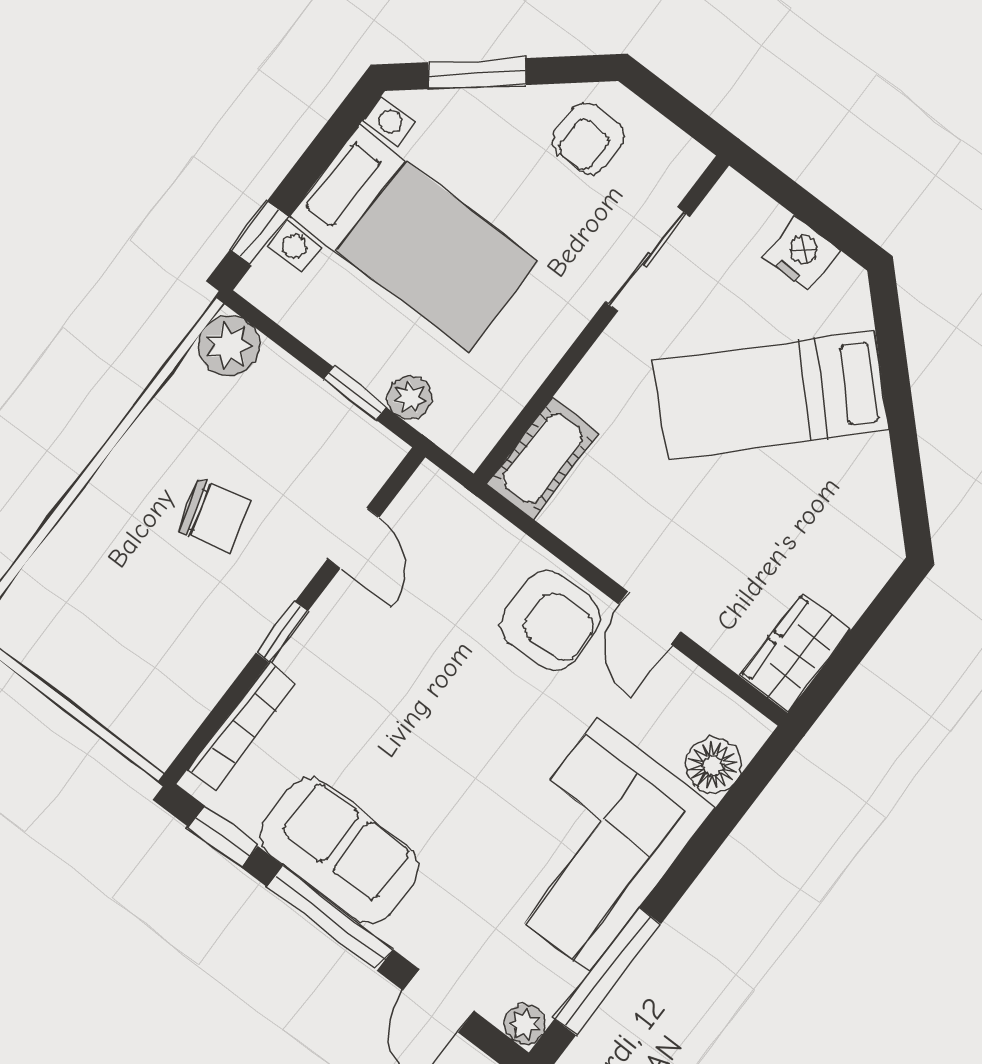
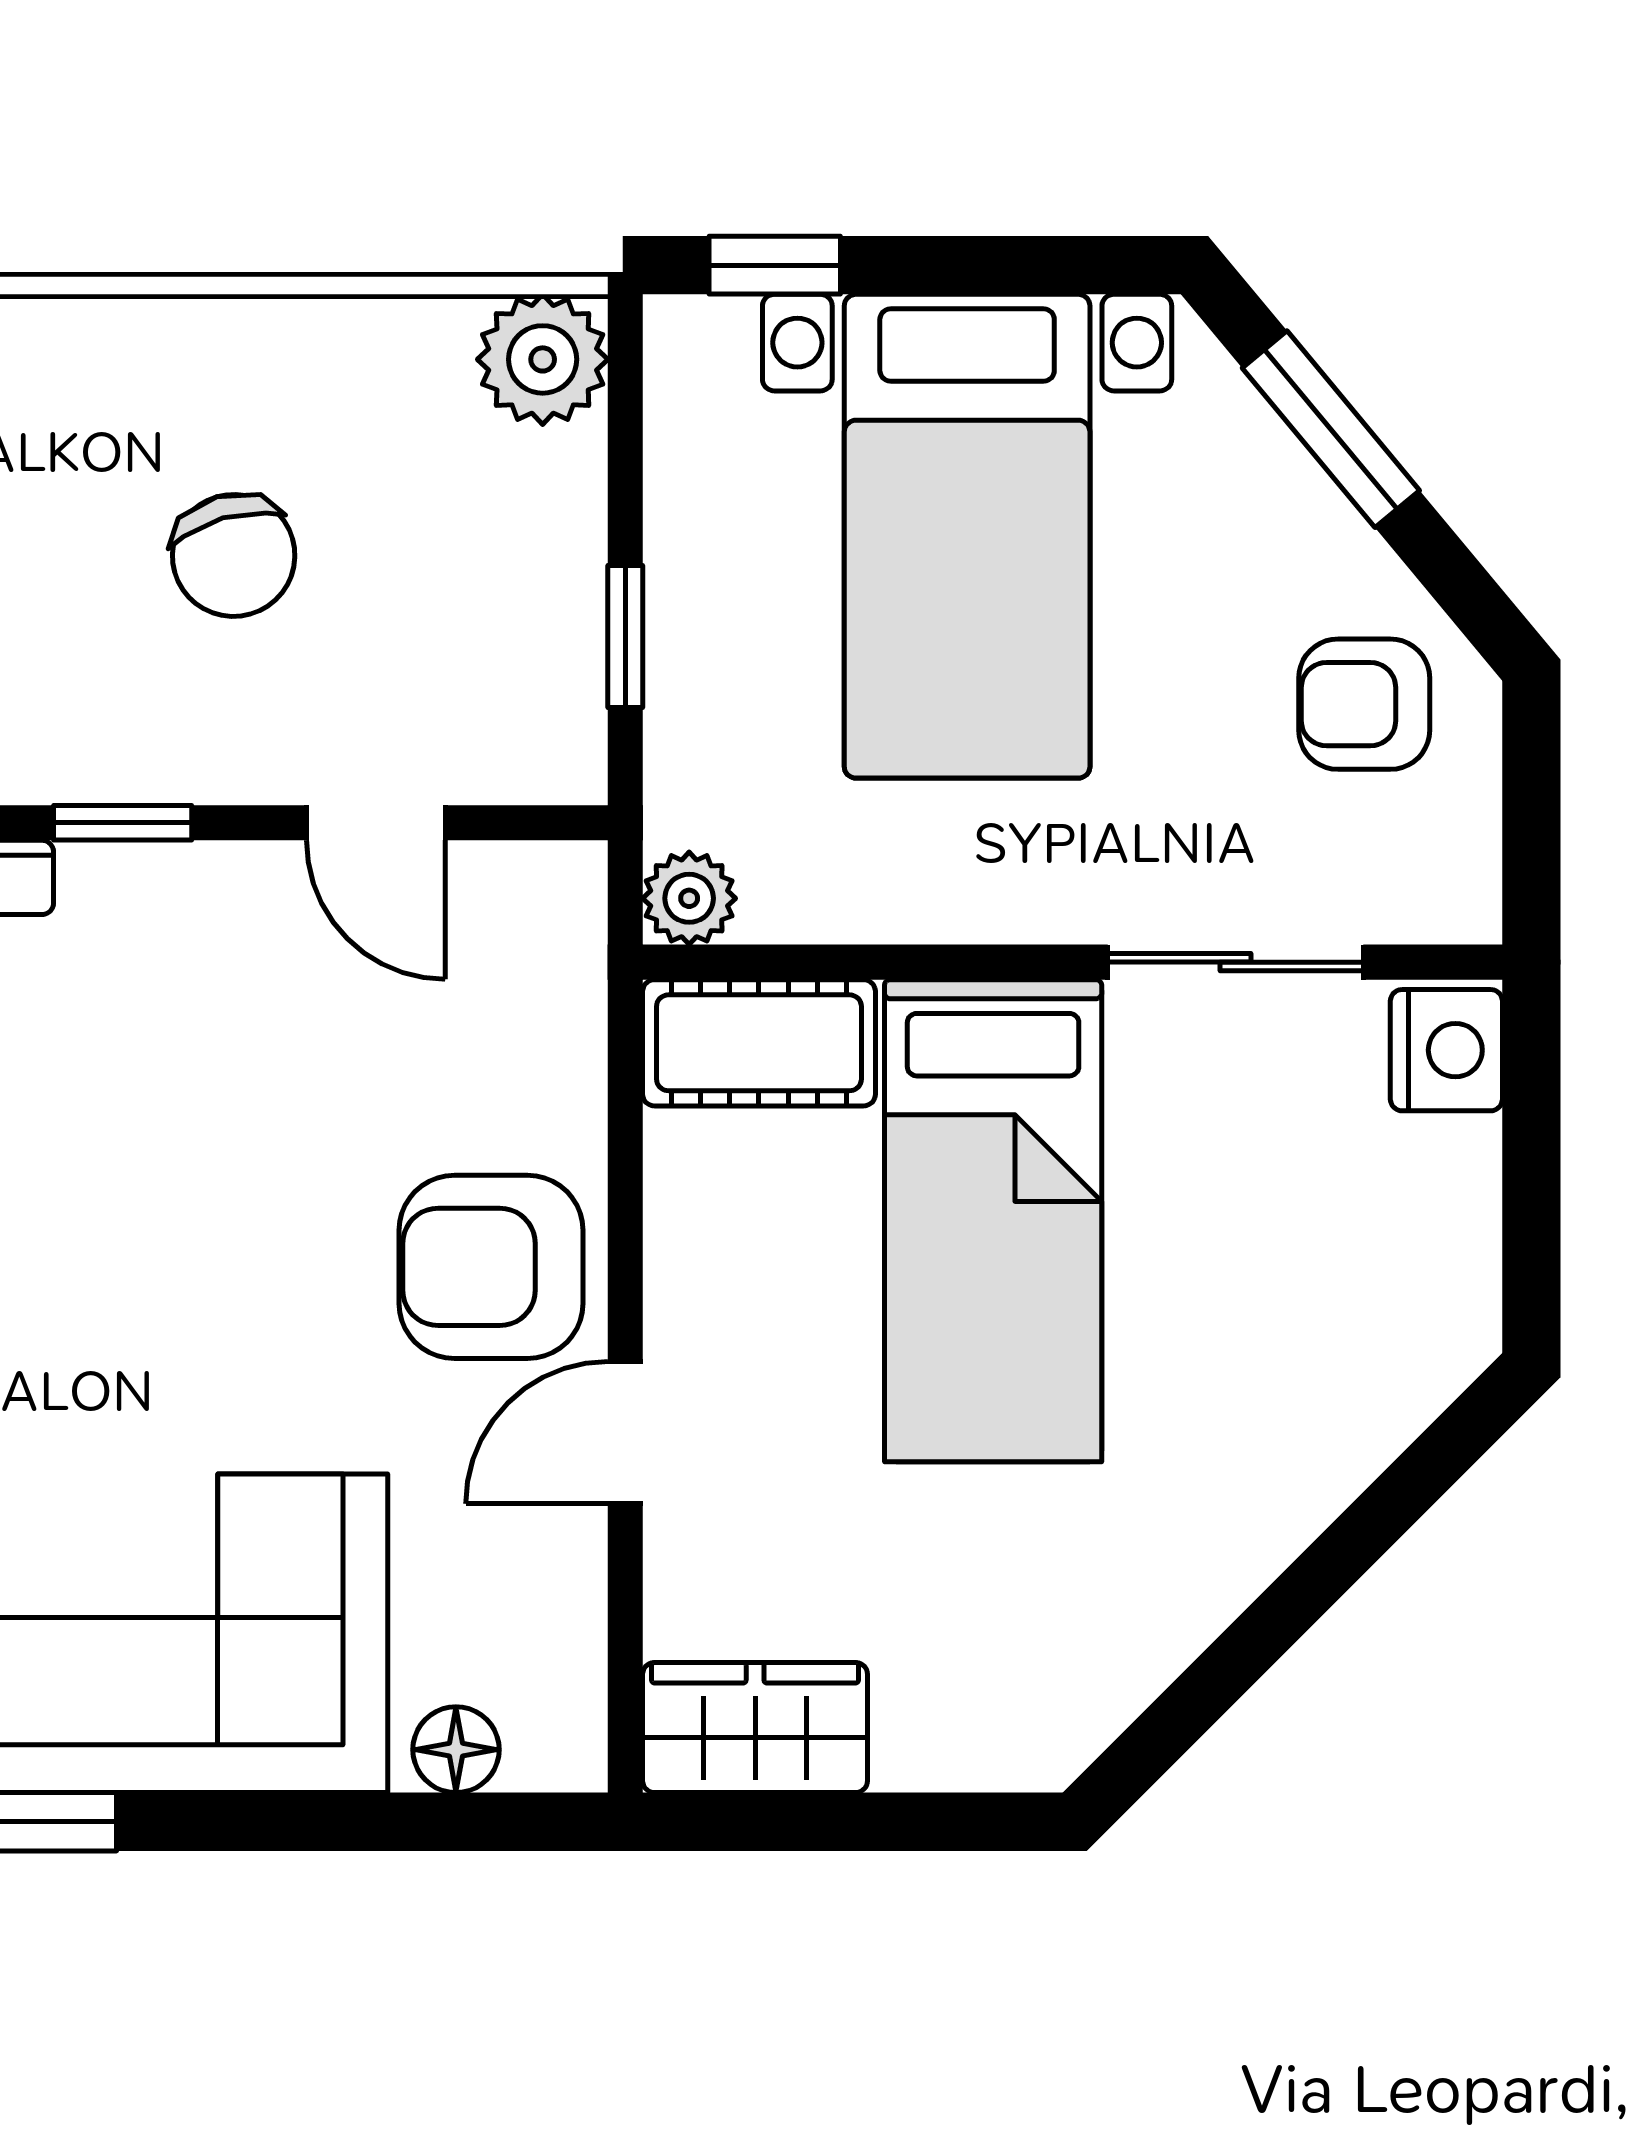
nightstand: (801, 253) -> (1446, 1050), moved
bed: (771, 395) -> (993, 1221), moved, turned -135
plant: (409, 398) -> (689, 898), moved
door: (353, 538) -> (376, 823), hinge flipped
armchair: (550, 621) -> (491, 1267), turned 91
floor lamp: (713, 765) -> (456, 1750), width x0.73, depth x0.73

